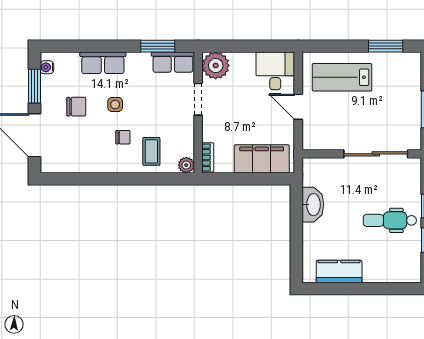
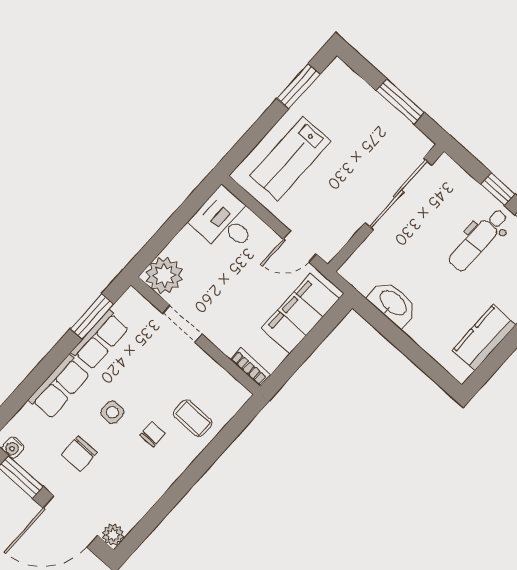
row of seats: (173, 62) -> (100, 340), moved
chair: (76, 107) -> (79, 453), turned 180
door: (298, 107) -> (300, 247), moved
plant: (186, 165) -> (113, 535), moved

